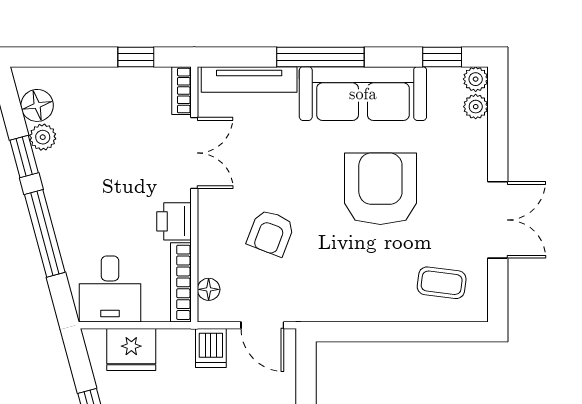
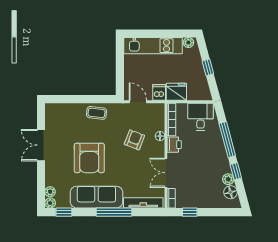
coffee table: (442, 283) -> (97, 113), moved
floor lamp: (209, 289) -> (160, 136), moved
fridge: (131, 349) -> (176, 92), moved

